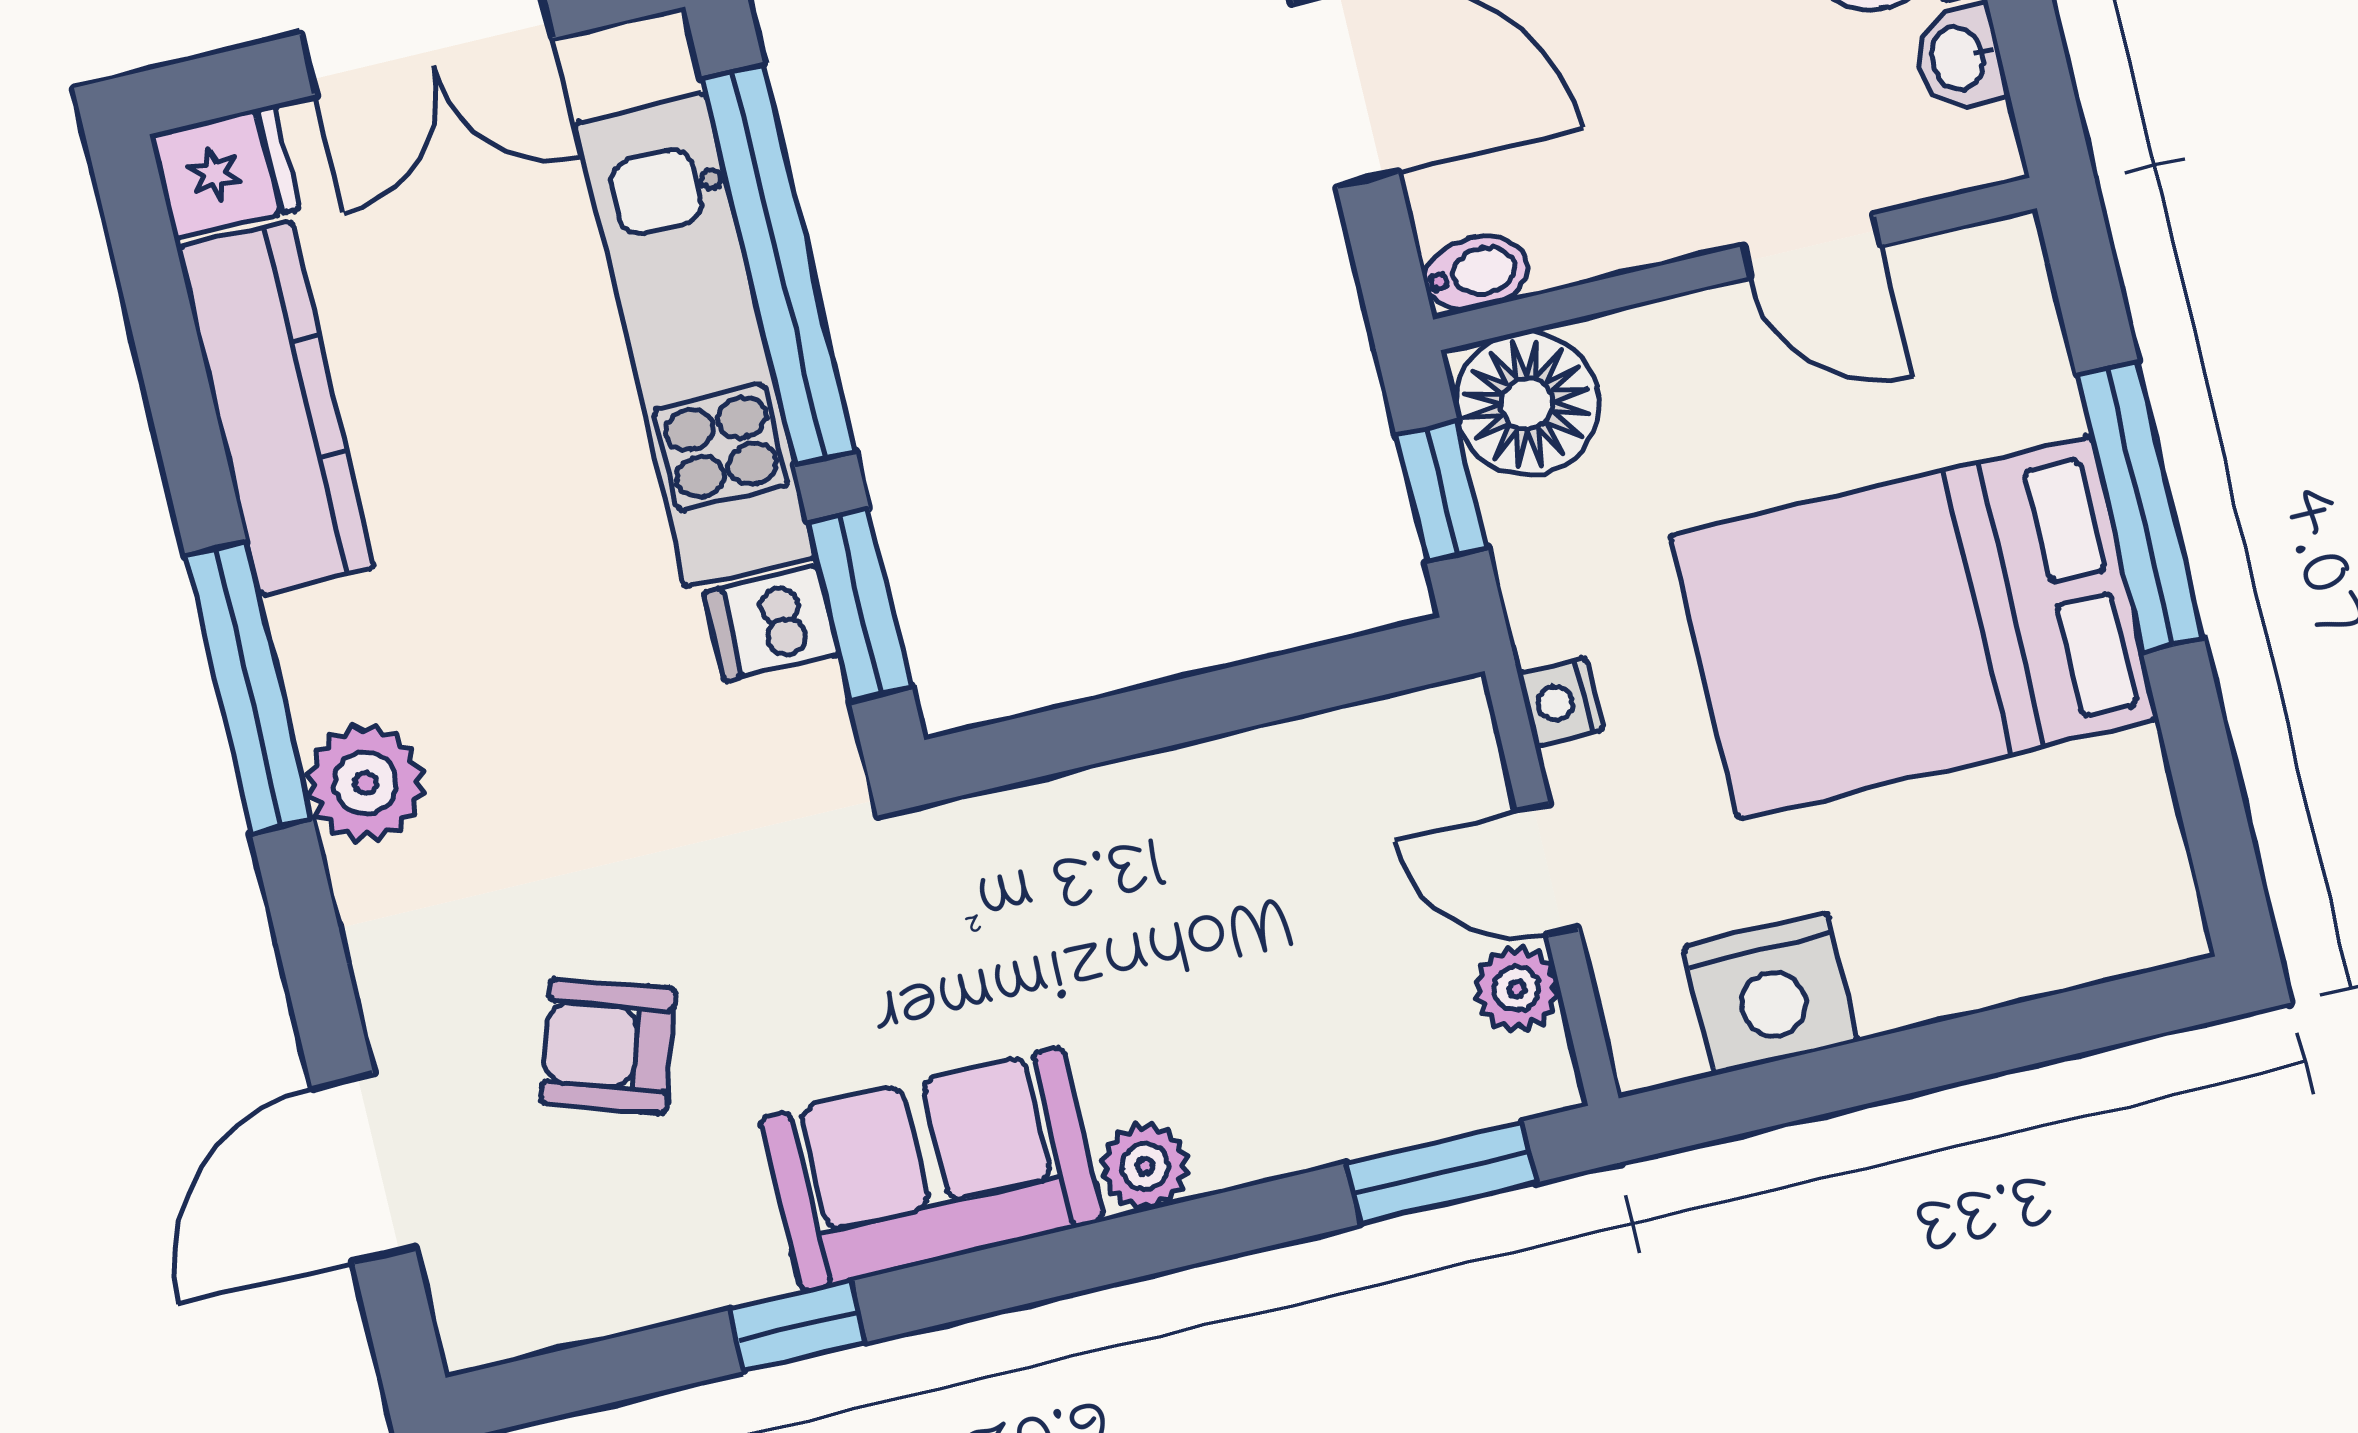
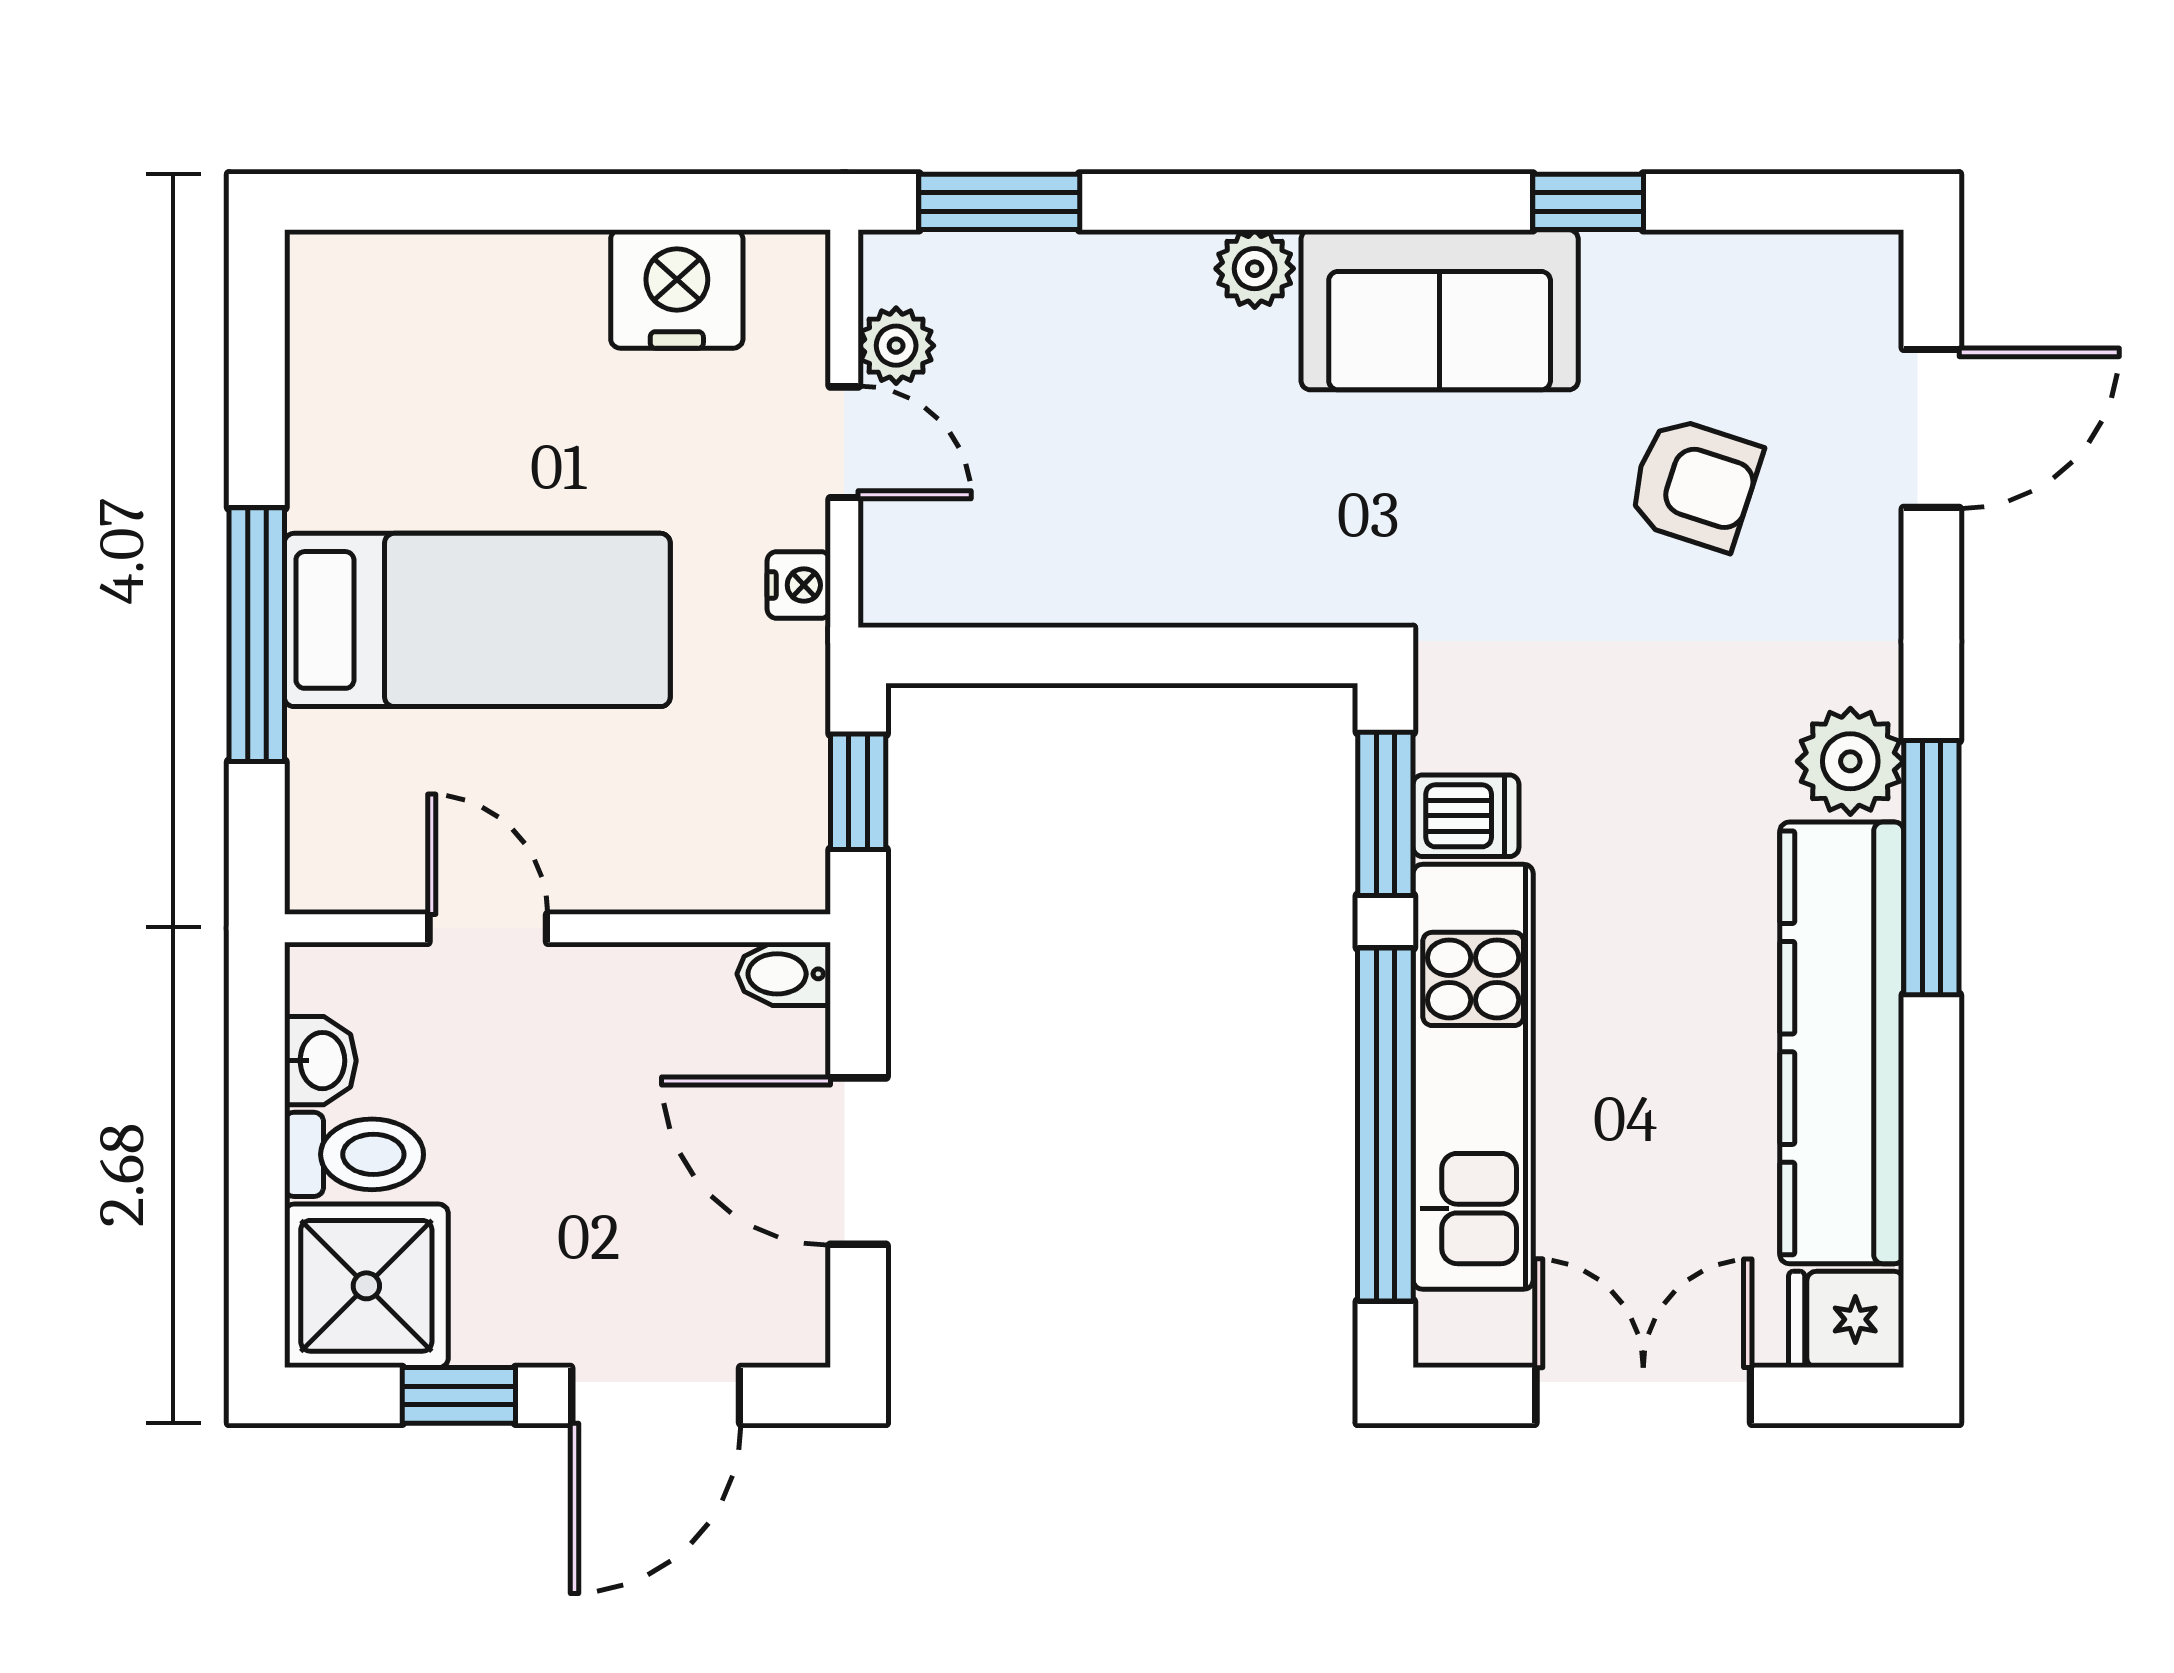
floor lamp: (1527, 404) -> (766, 850), removed
kitchen counter: (276, 408) -> (1842, 1043), width x1.39, depth x1.17
bed: (1914, 627) -> (477, 620), width x0.67

